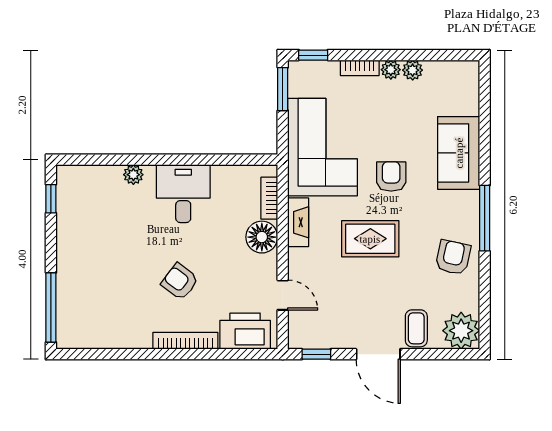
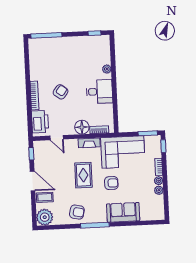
door: (283, 295) -> (57, 138), hinge flipped
door: (378, 354) -> (33, 181), swing flipped

